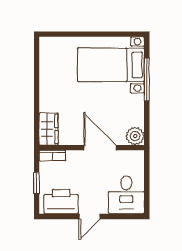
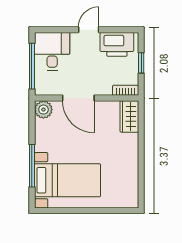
window: (147, 180) -> (32, 66), added

